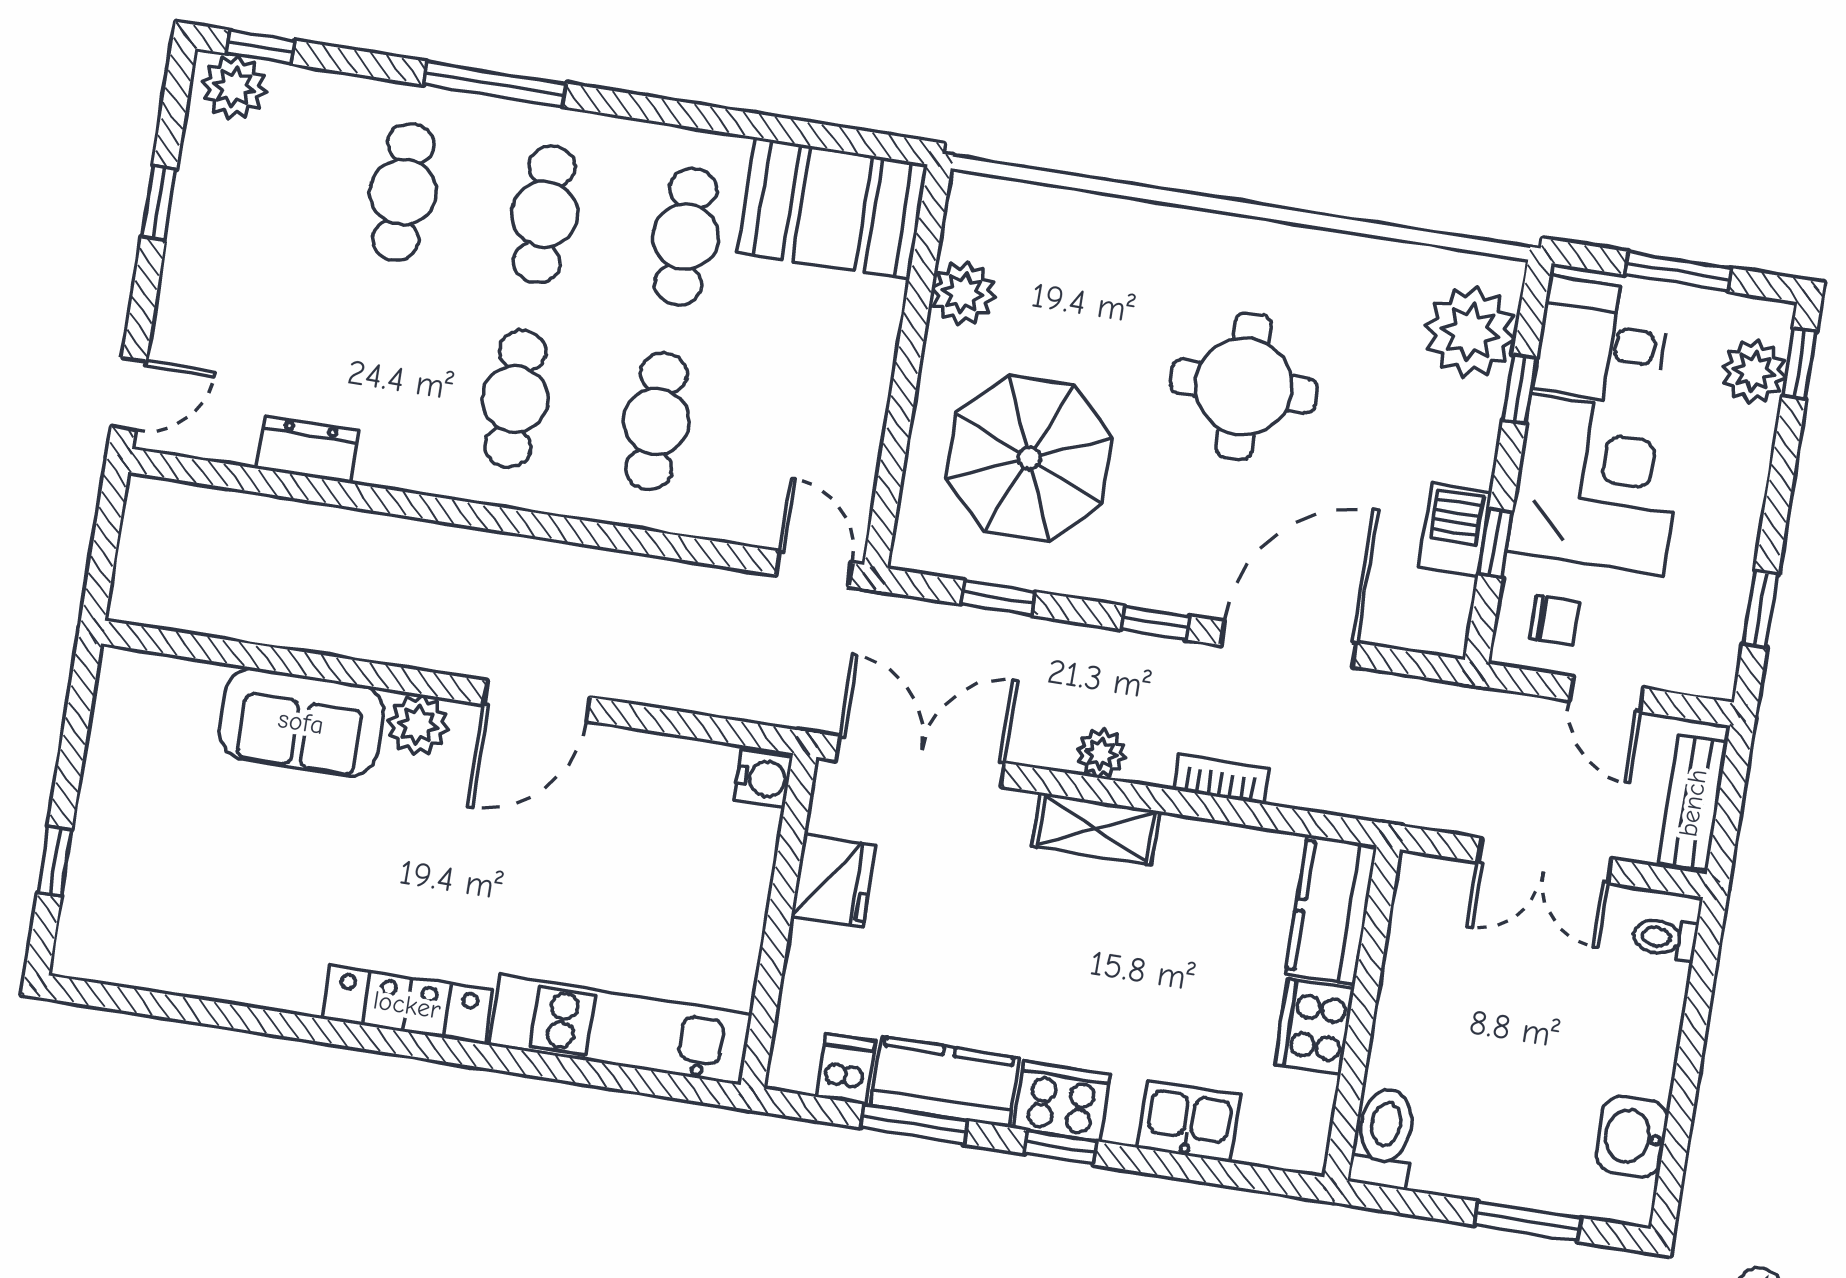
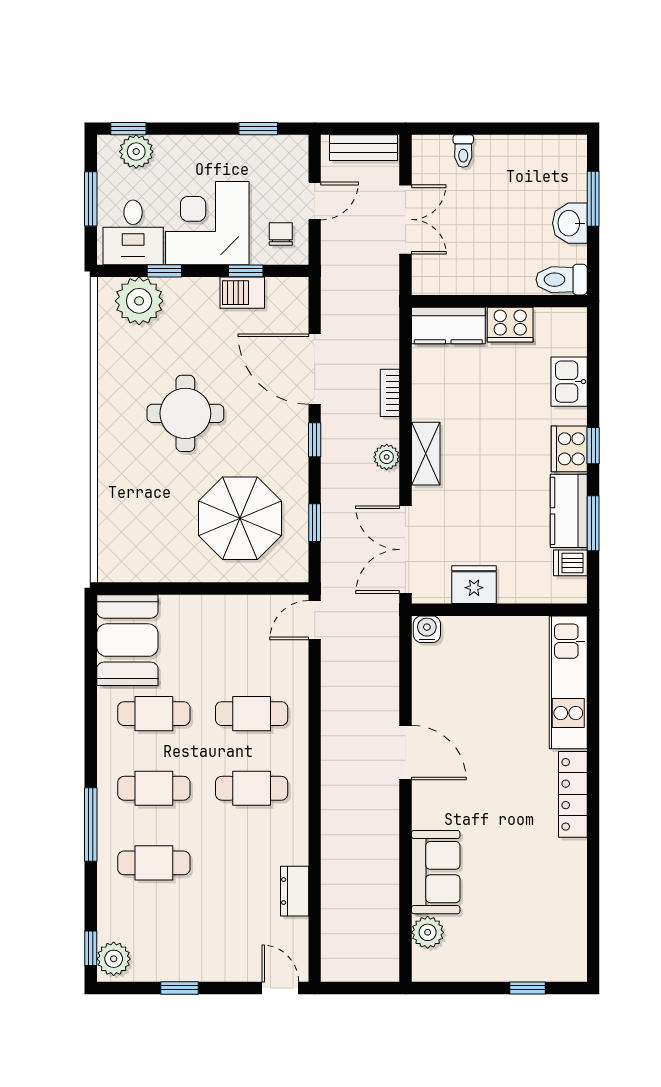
plant: (963, 293) -> (160, 566), removed
plant: (418, 725) -> (428, 932), moved
toilet: (1665, 938) -> (463, 151), moved
washbasin: (1632, 1137) -> (570, 223), moved, turned 90

